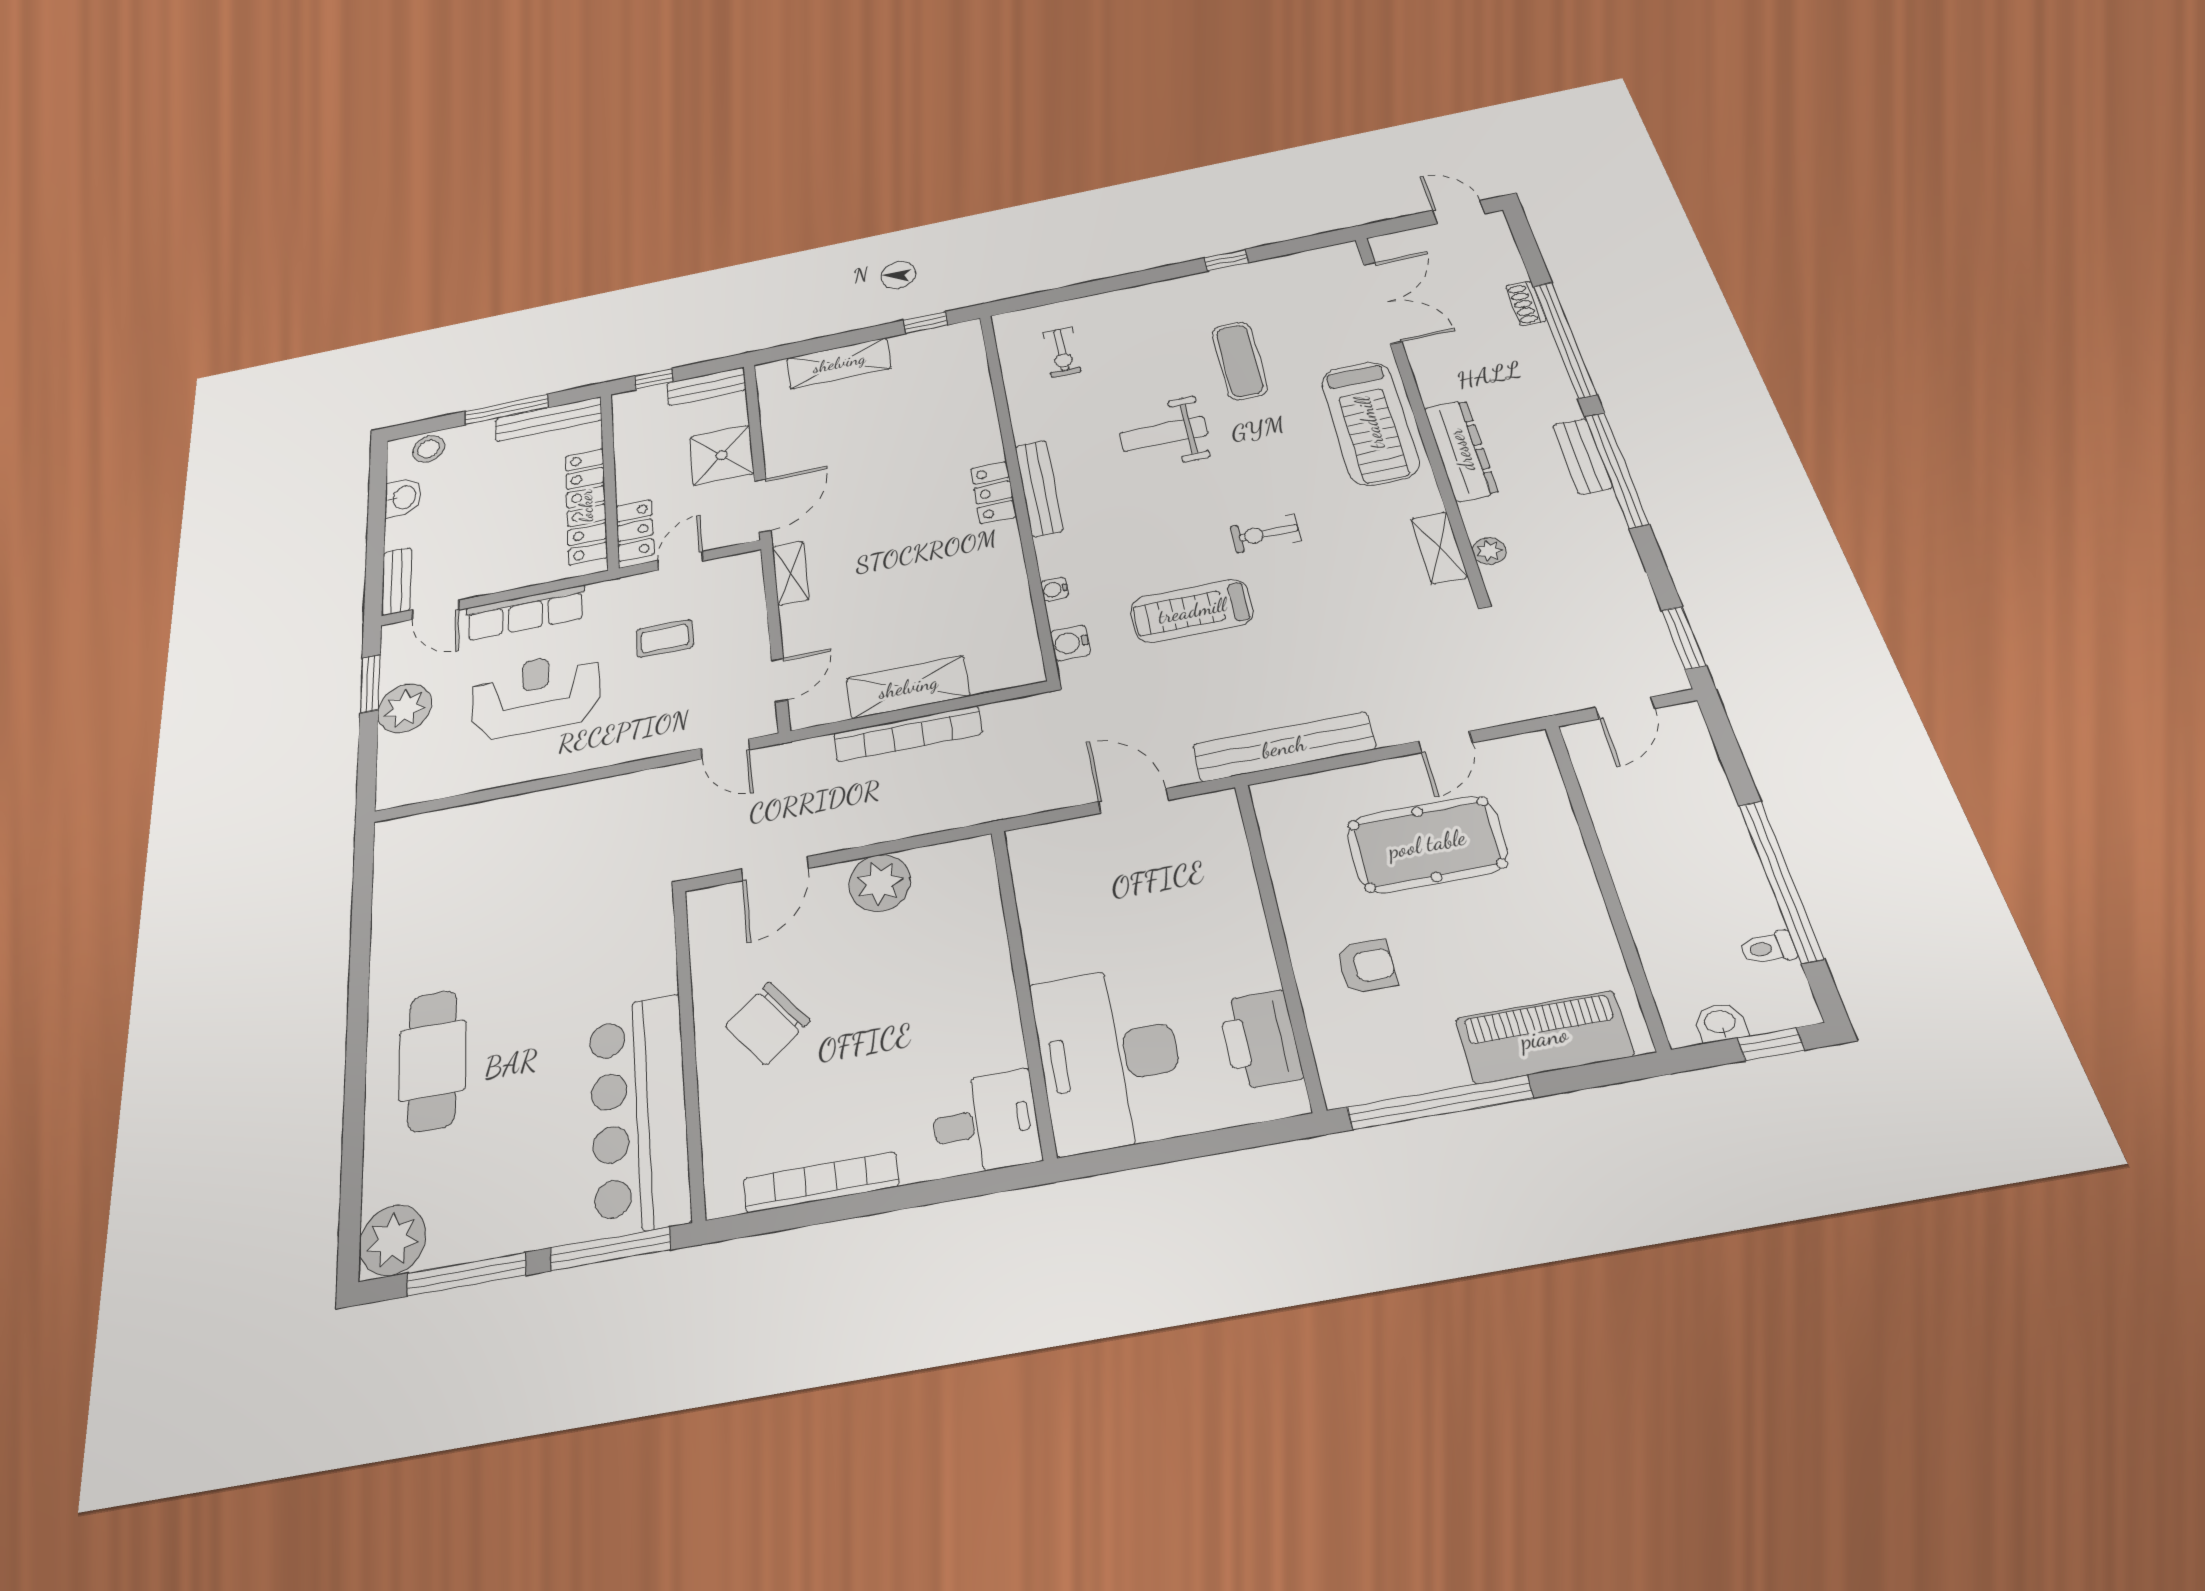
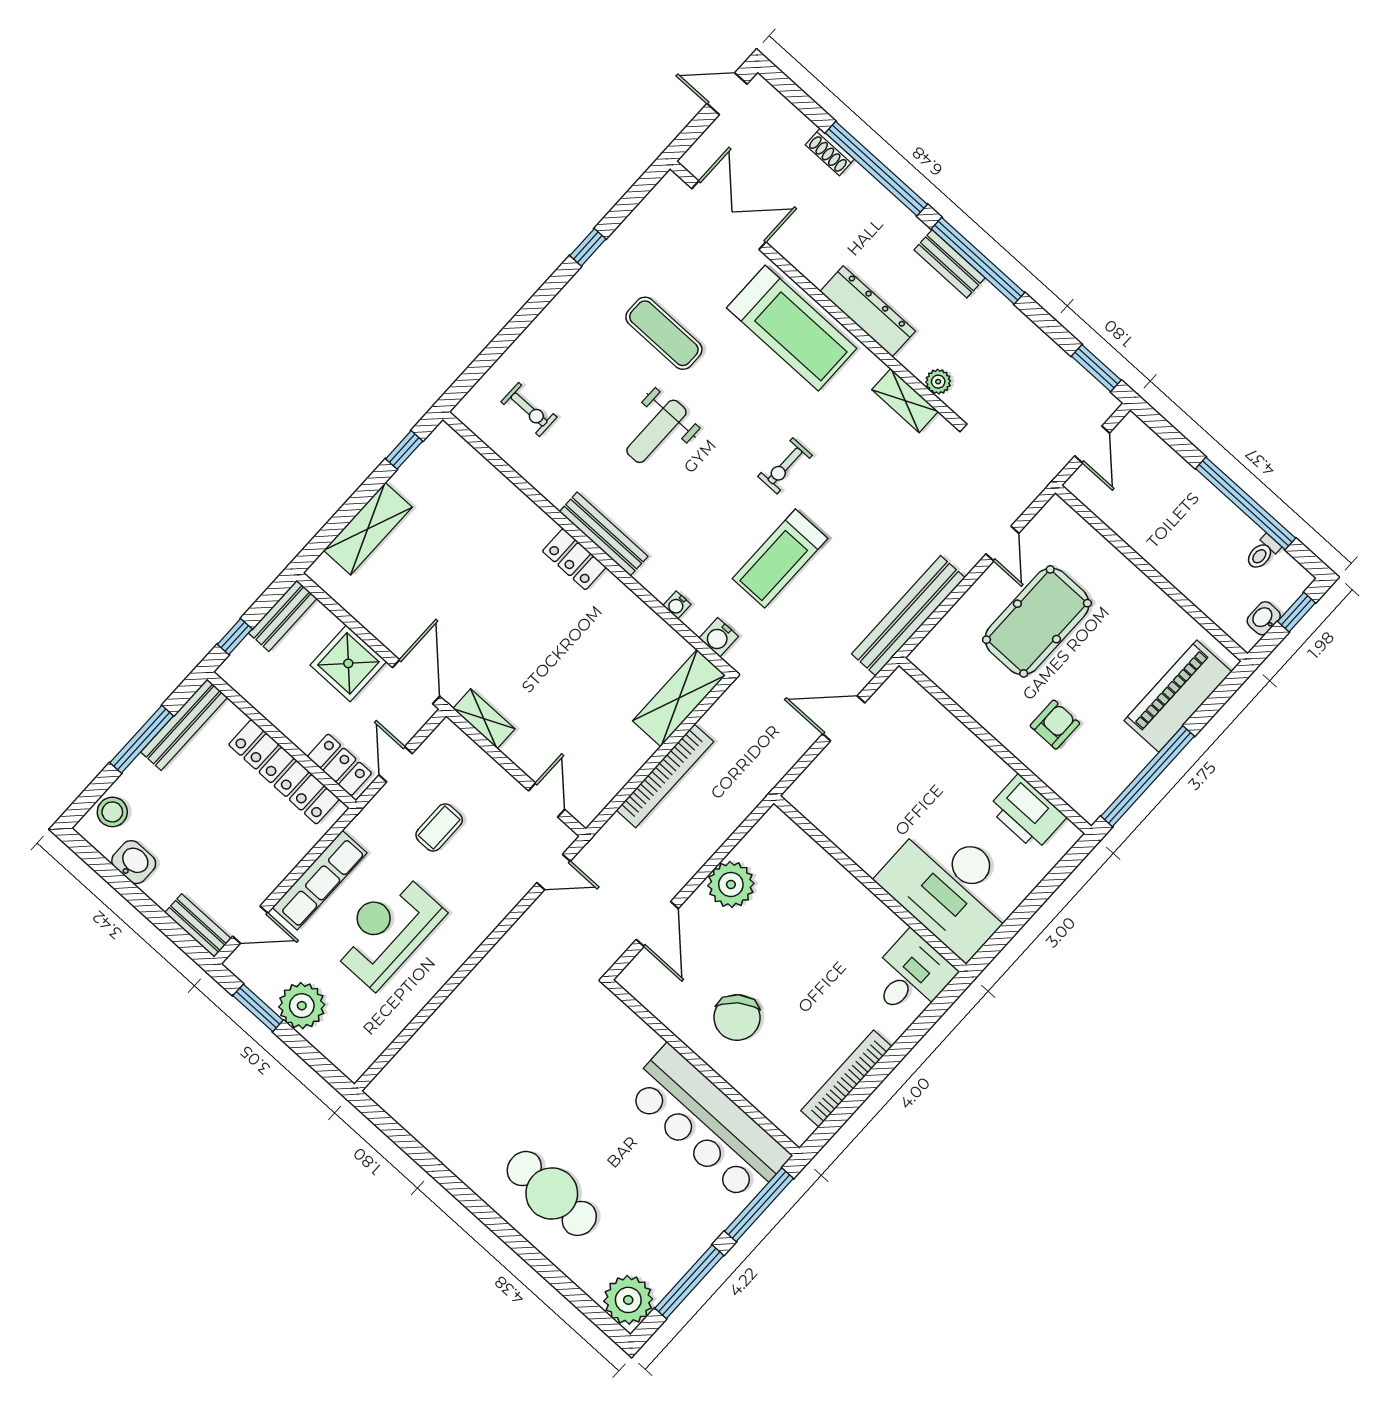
shelving: (908, 687) -> (679, 698), moved

